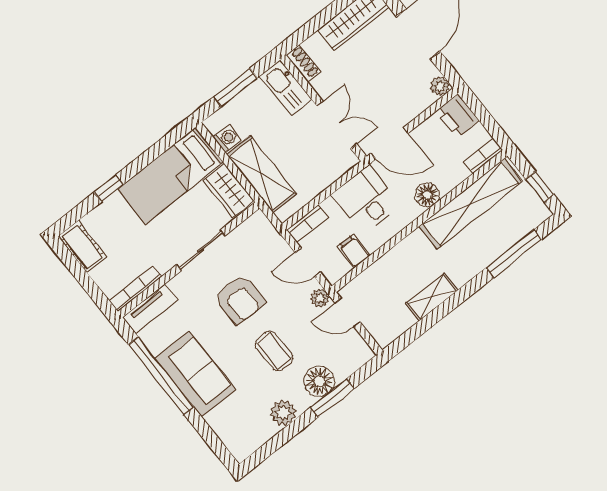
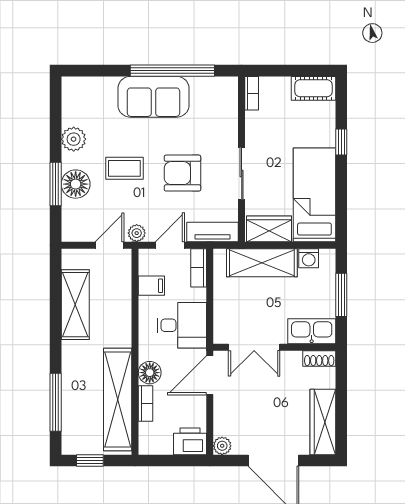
bookcase: (483, 156) -> (146, 404), moved
bookcase: (135, 289) -> (252, 93), width x0.64
shelving: (432, 297) -> (75, 305), width x1.50, depth x1.33
tv unit: (150, 309) -> (212, 232), moved, turned 90

